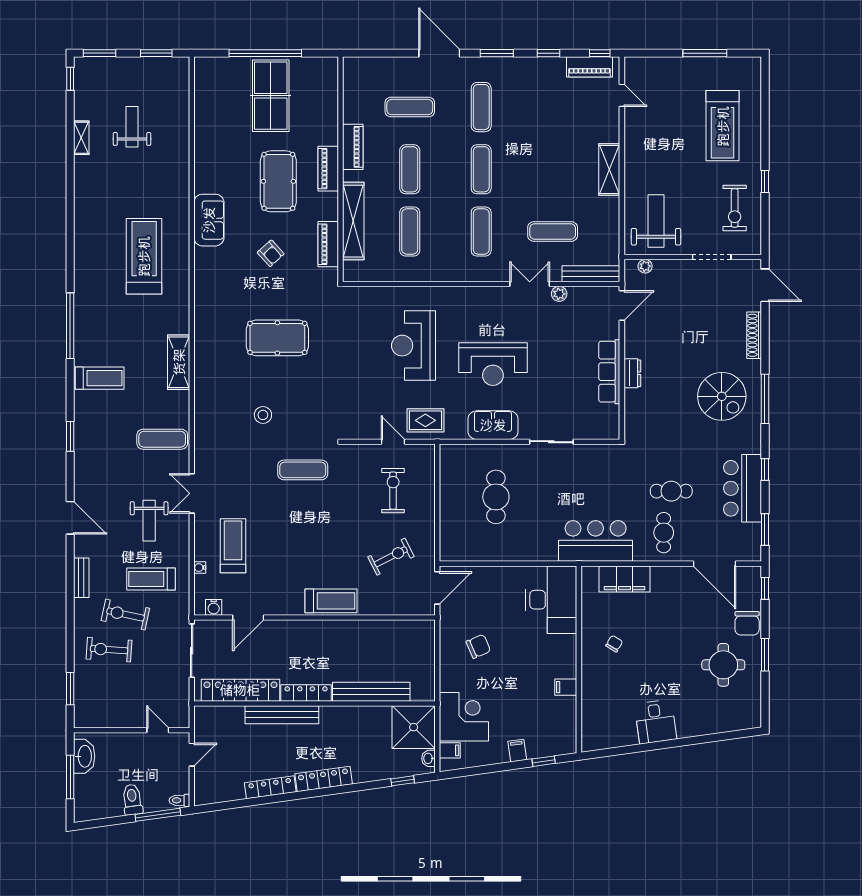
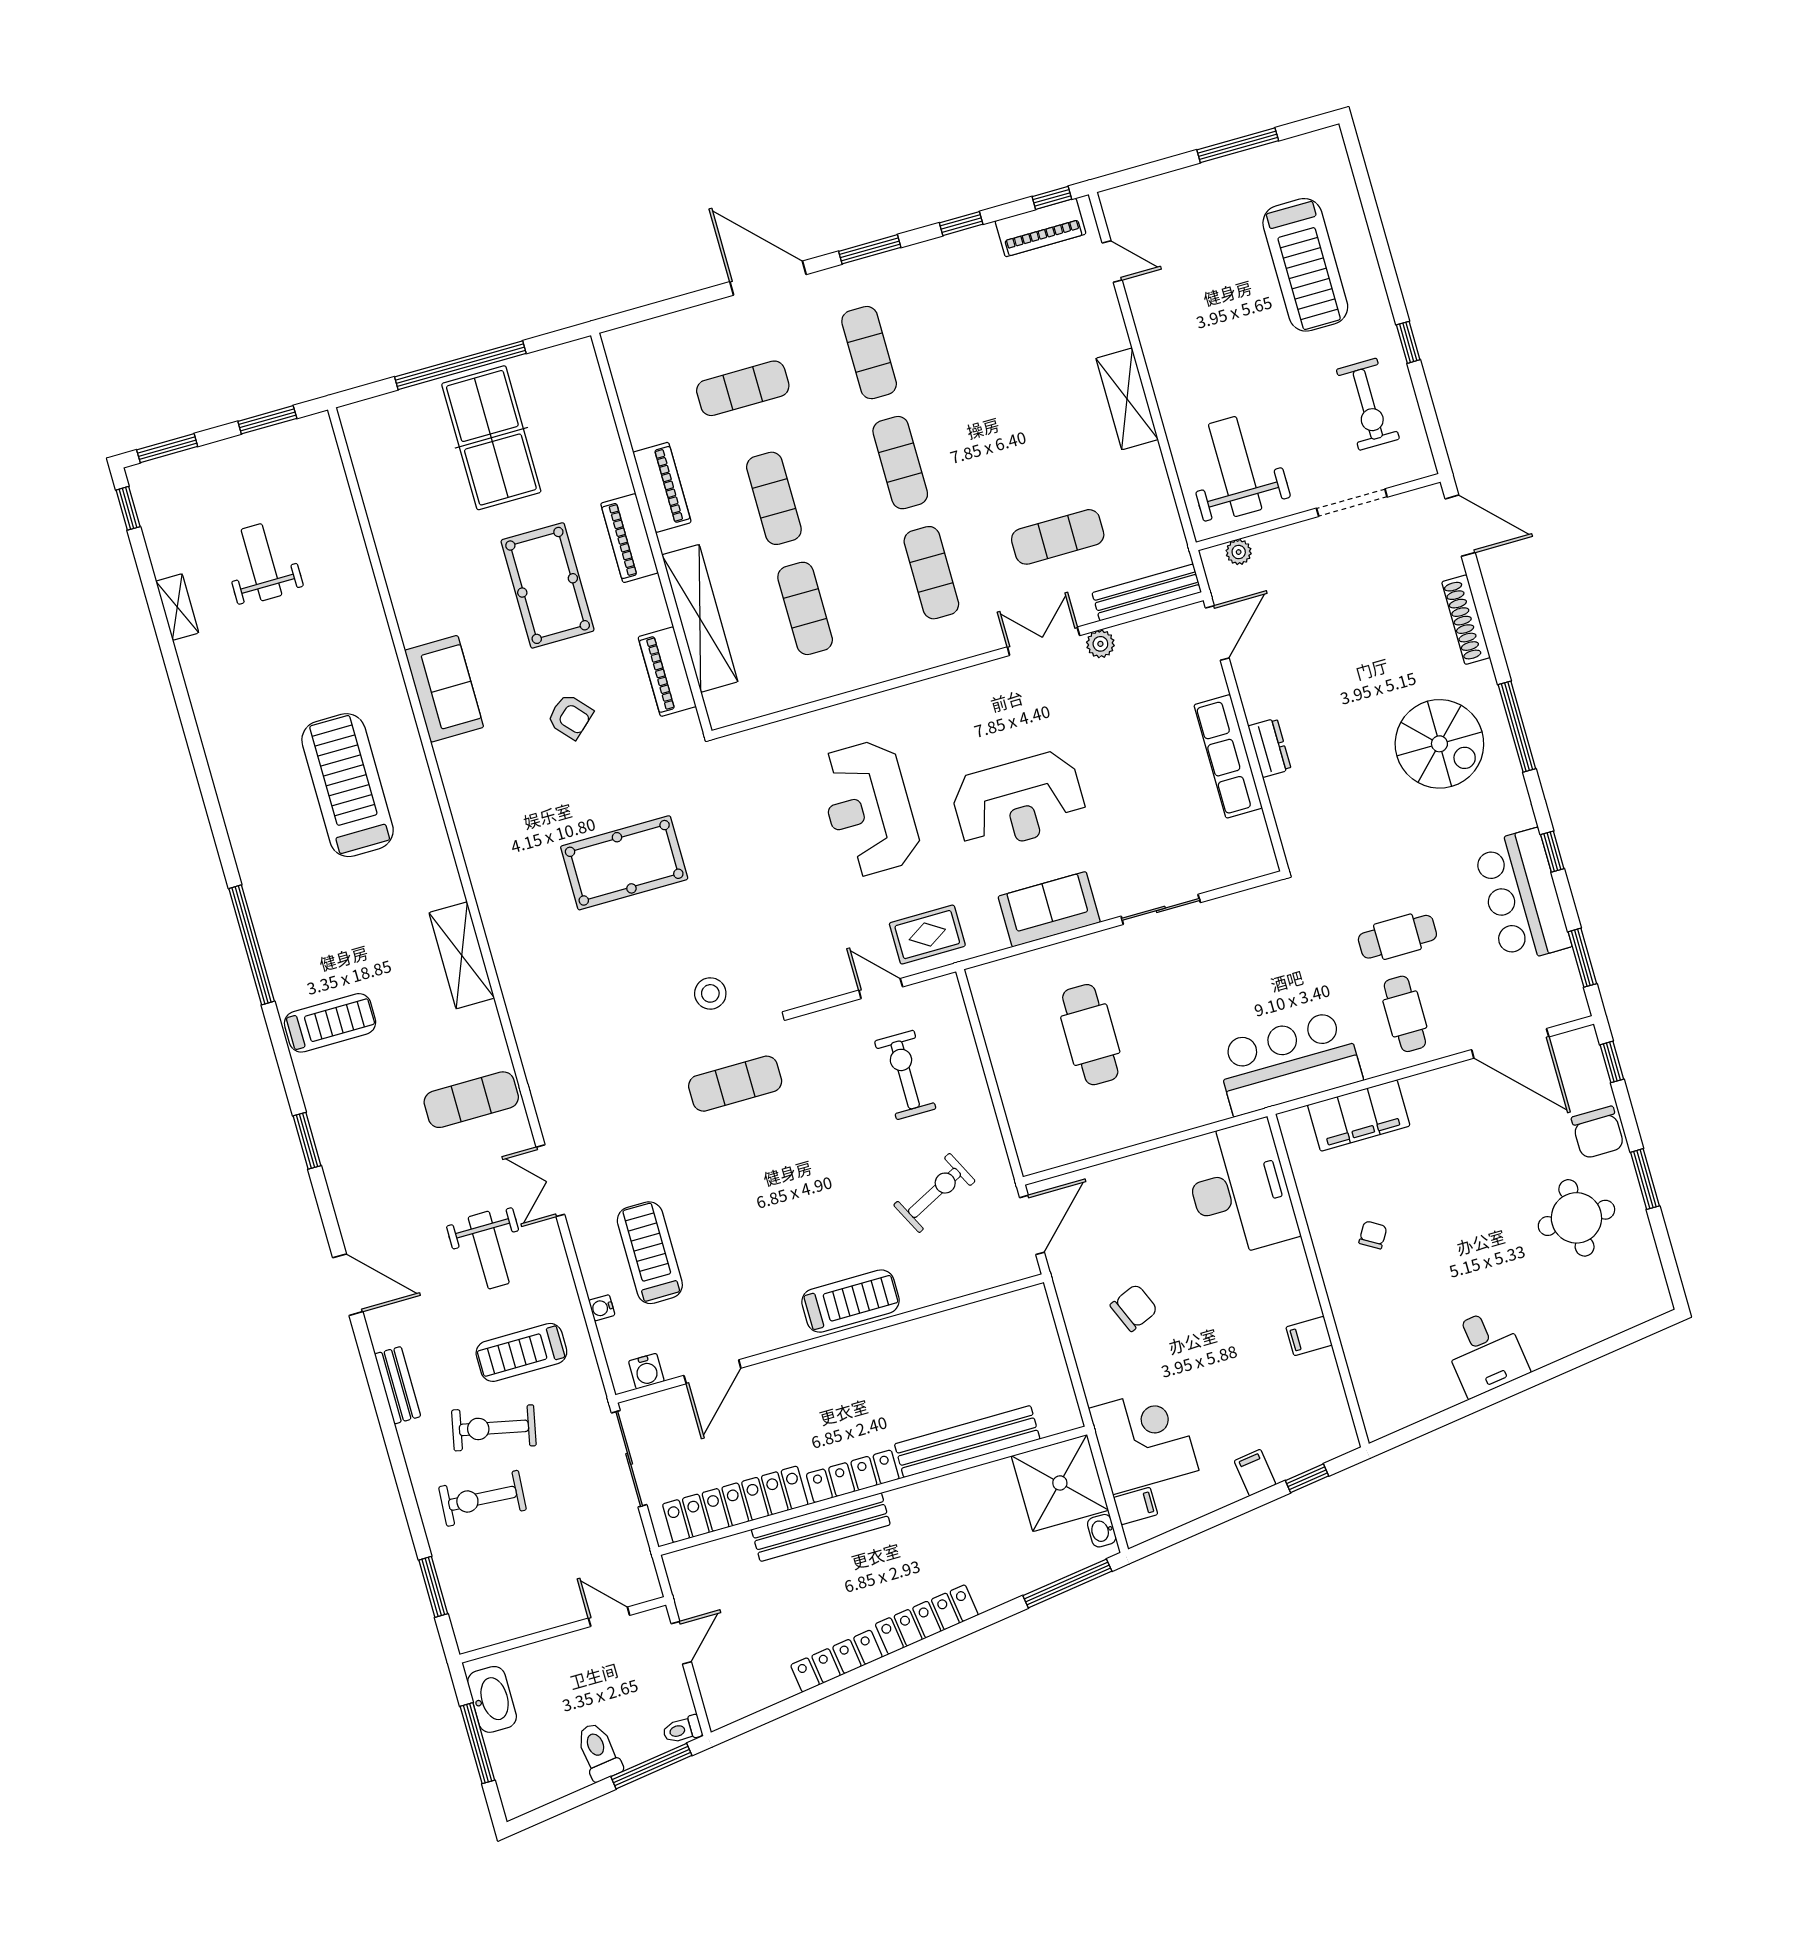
stool: (263, 415) -> (710, 993), moved
window: (403, 781) -> (1067, 1583), width x2.17

